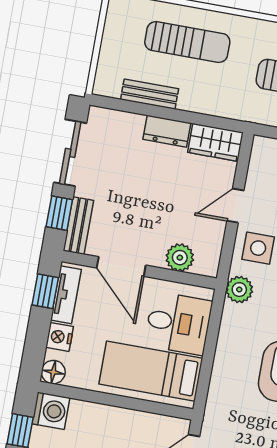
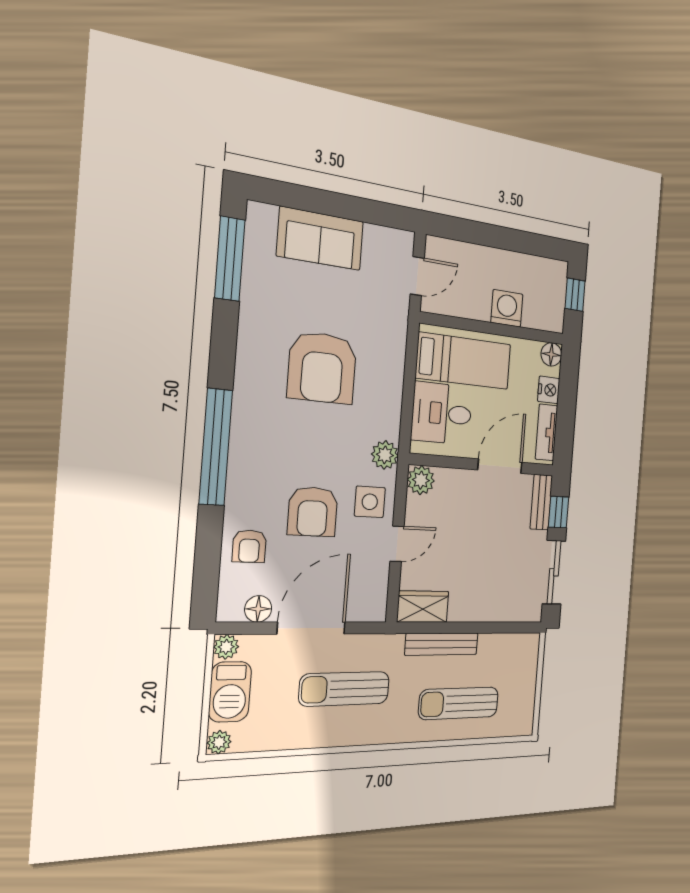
bench: (150, 94) -> (442, 644), moved, width x1.36
dresser: (167, 131) -> (470, 610), removed
plant: (180, 258) -> (421, 480), moved
door: (121, 267) -> (500, 466), hinge flipped
window: (45, 291) -> (564, 434), removed
washing machine: (51, 411) -> (507, 308), moved, turned 90

